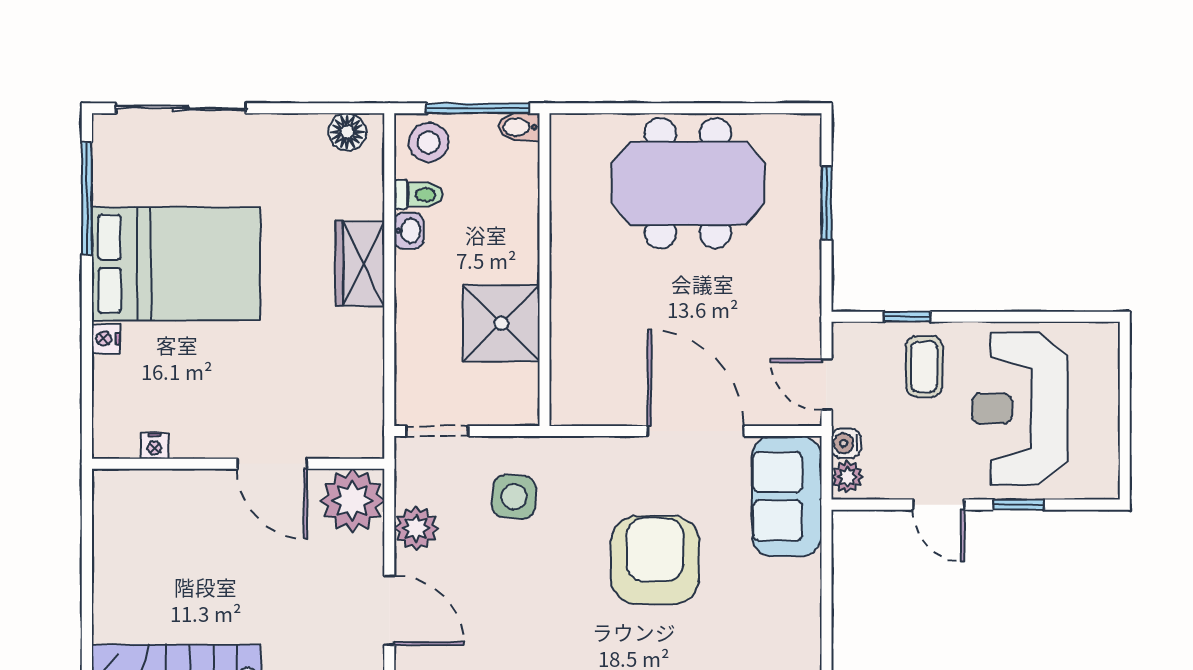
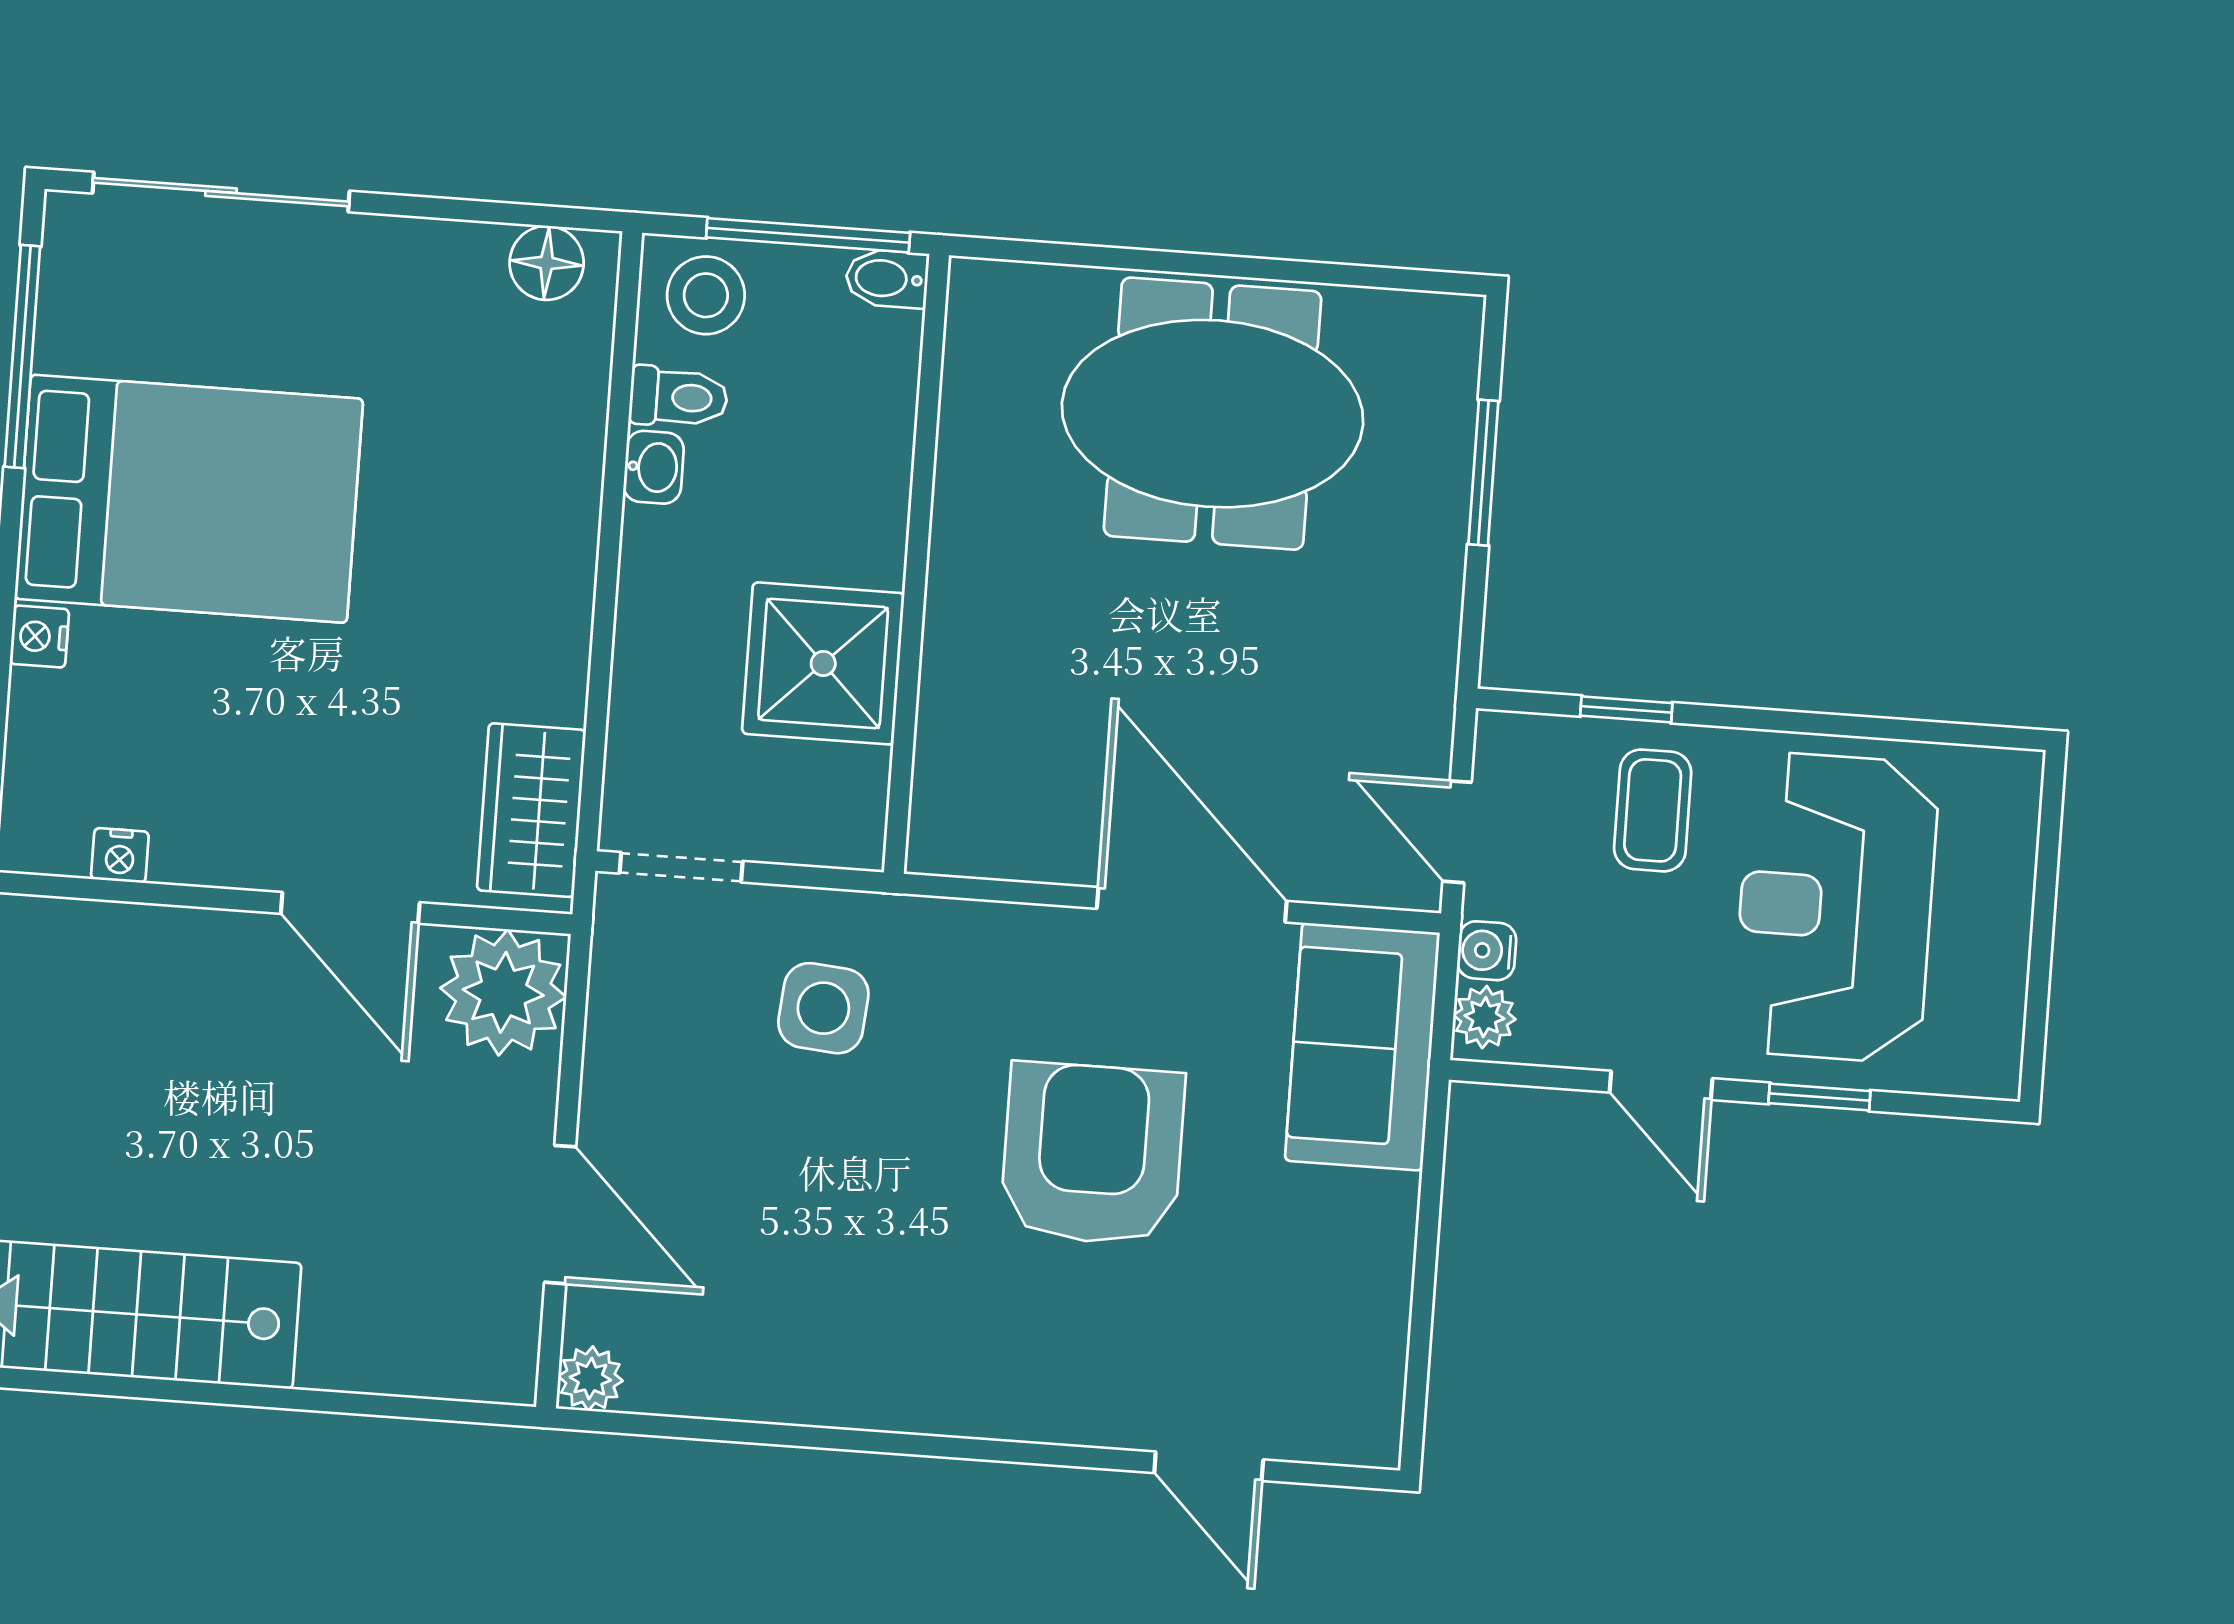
wardrobe: (360, 264) -> (531, 810), moved
plant: (416, 528) -> (625, 1056), removed

